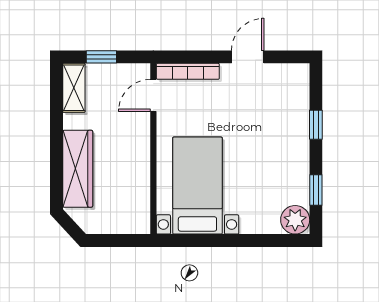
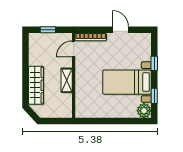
door: (248, 57) -> (120, 30), hinge flipped
shelving: (74, 88) -> (67, 80), moved
bed with nightstands: (197, 186) -> (127, 82), moved, turned -90

